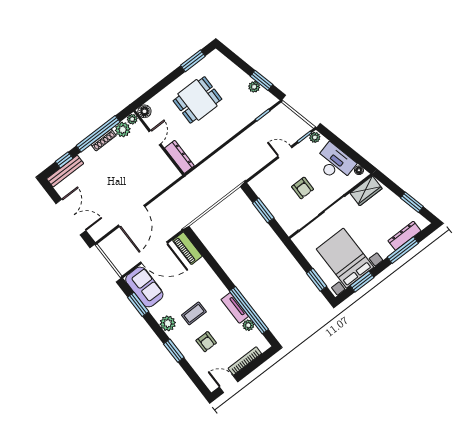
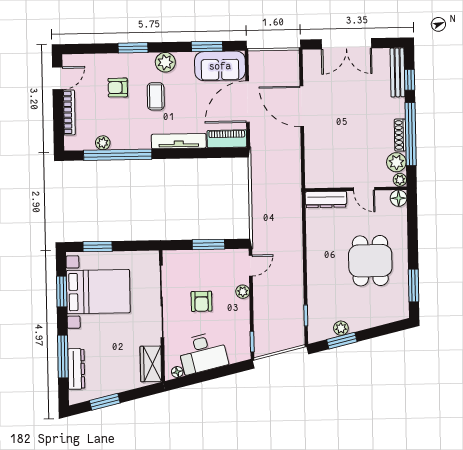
plant: (315, 137) -> (243, 292), moved
door: (285, 152) -> (251, 266), moved
armchair: (303, 188) -> (202, 301), turned -90
tv unit: (235, 308) -> (179, 141), moved, width x1.41

